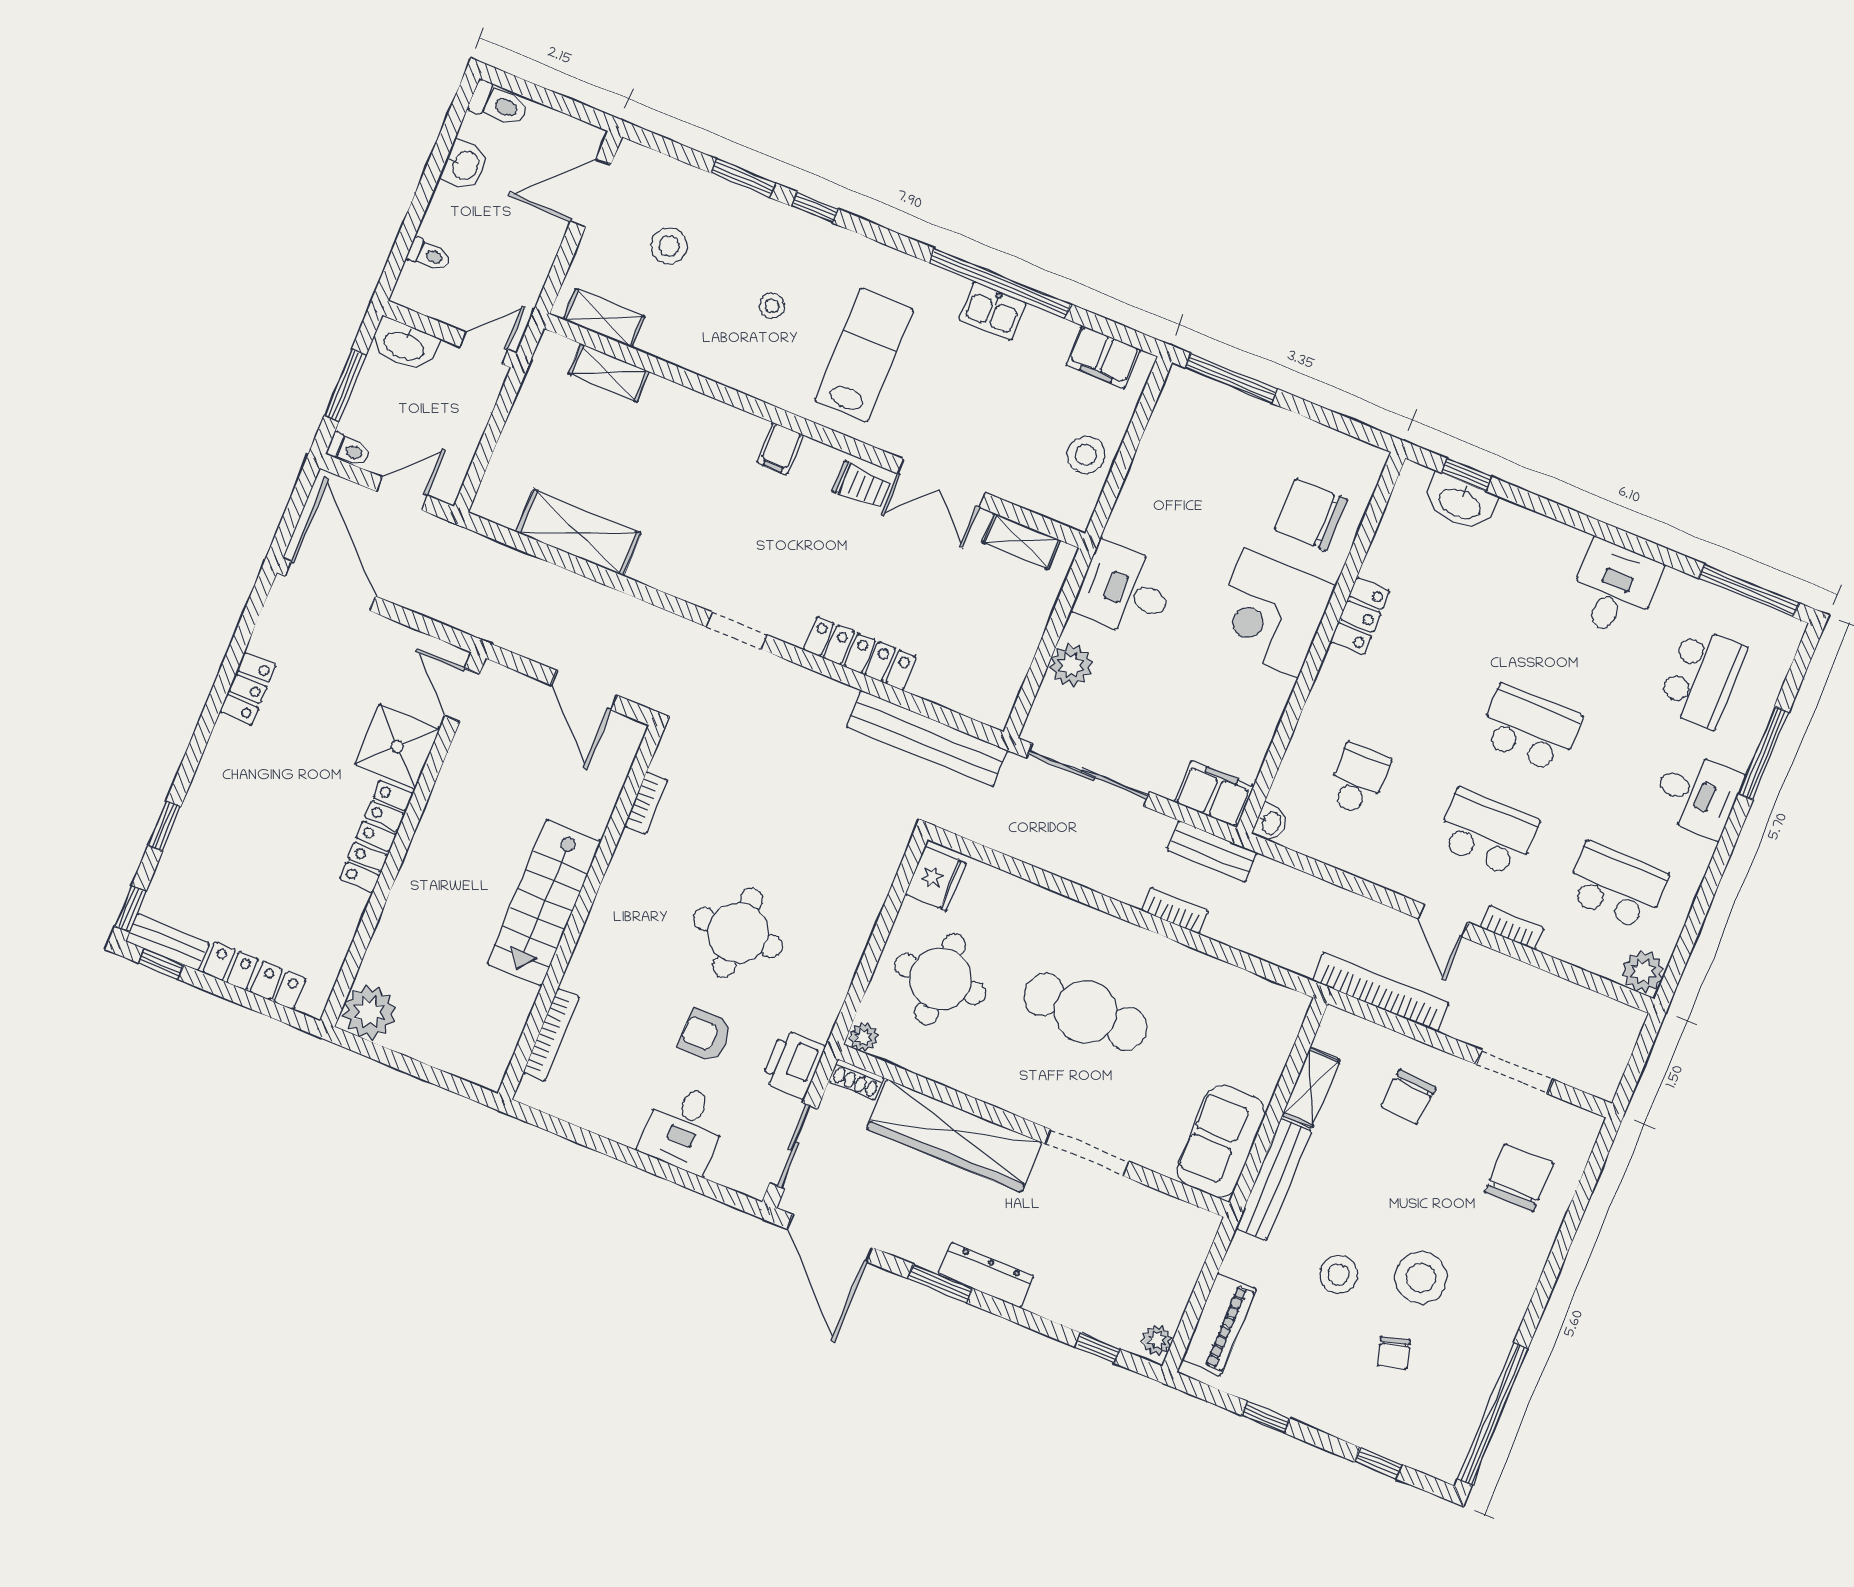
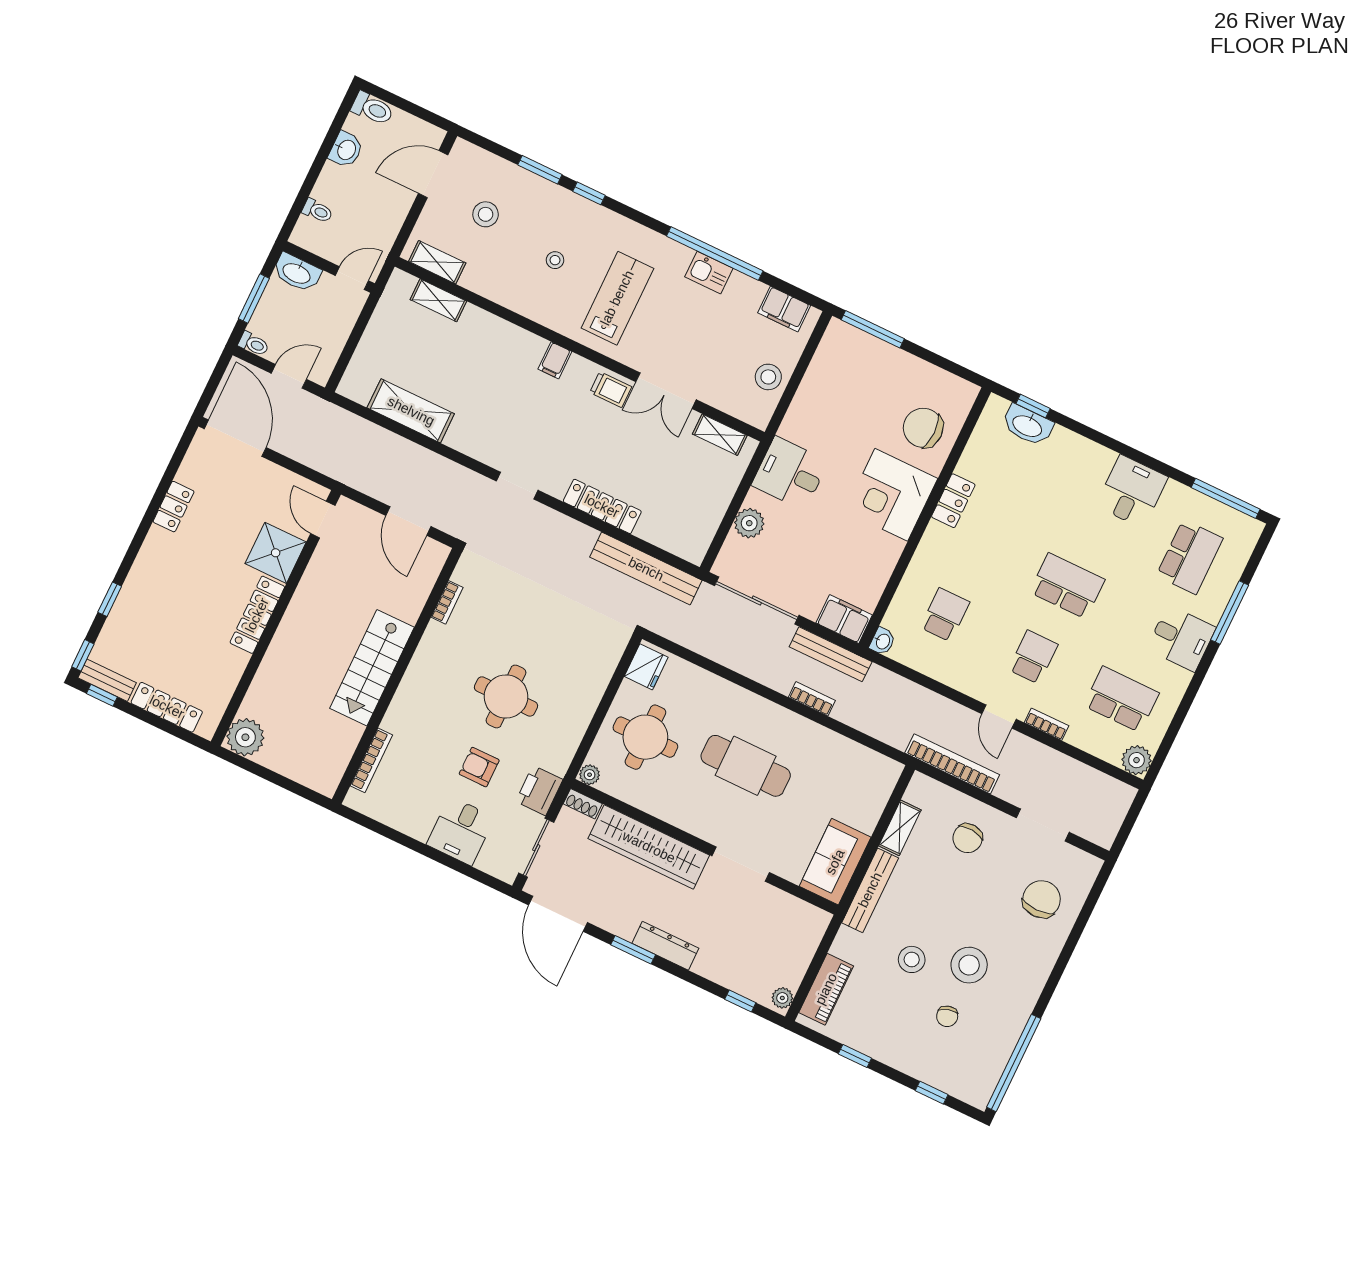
school desk: (1487, 833) -> (1033, 657), width x0.54
bench: (1212, 851) -> (831, 654), width x1.36

